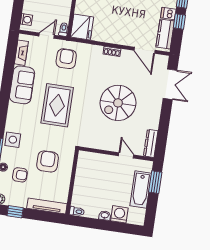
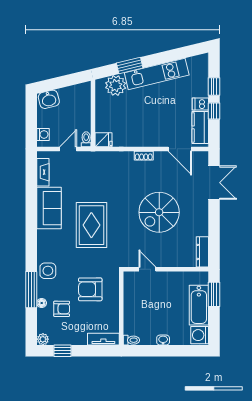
fridge: (82, 27) -> (103, 140), width x0.53, depth x0.75
armchair: (66, 59) -> (94, 172), removed
door: (126, 155) -> (147, 269), moved
armchair: (48, 161) -> (90, 289), turned -90
tv unit: (47, 206) -> (103, 339), width x0.71
washing machine: (119, 214) -> (200, 335), moved, turned -90

